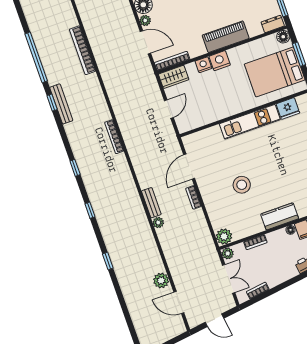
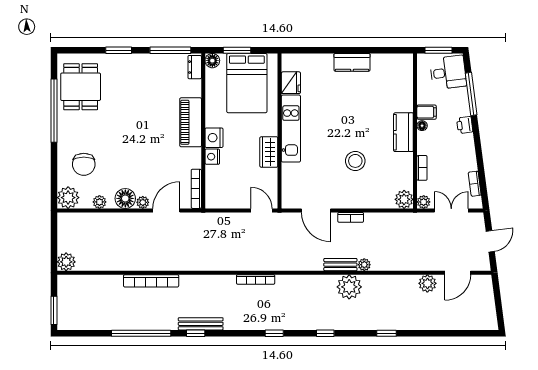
wardrobe: (174, 77) -> (269, 152), moved, turned 180
door: (169, 109) -> (262, 210), moved
plant: (135, 217) -> (349, 287), added

